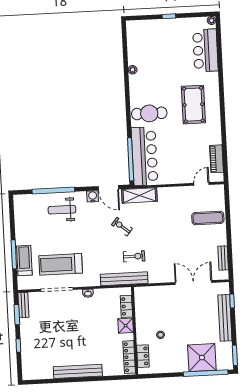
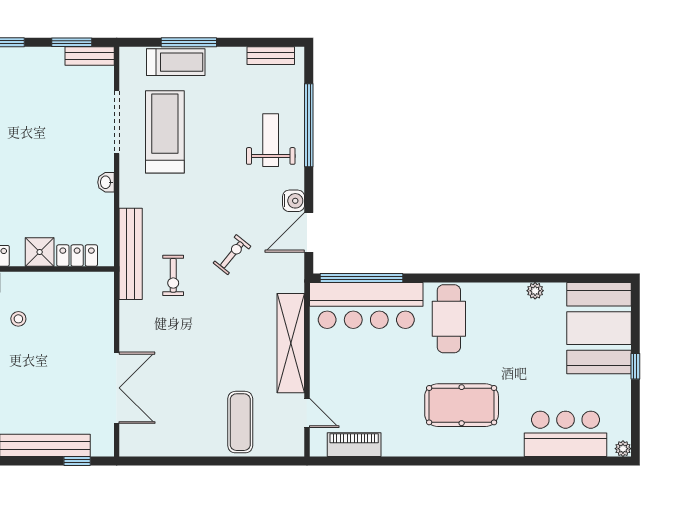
booth: (150, 36) -> (599, 328), added
shelving: (139, 195) -> (291, 343), moved, width x1.47
bench: (223, 258) -> (271, 56), moved

